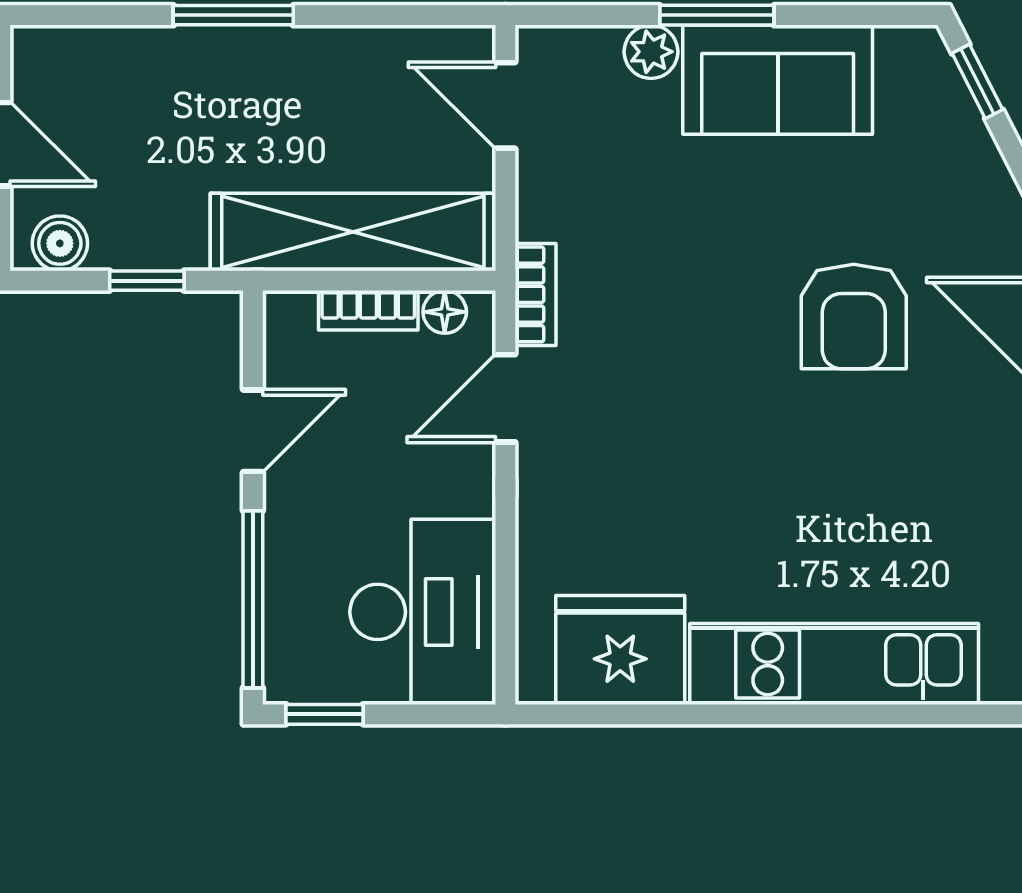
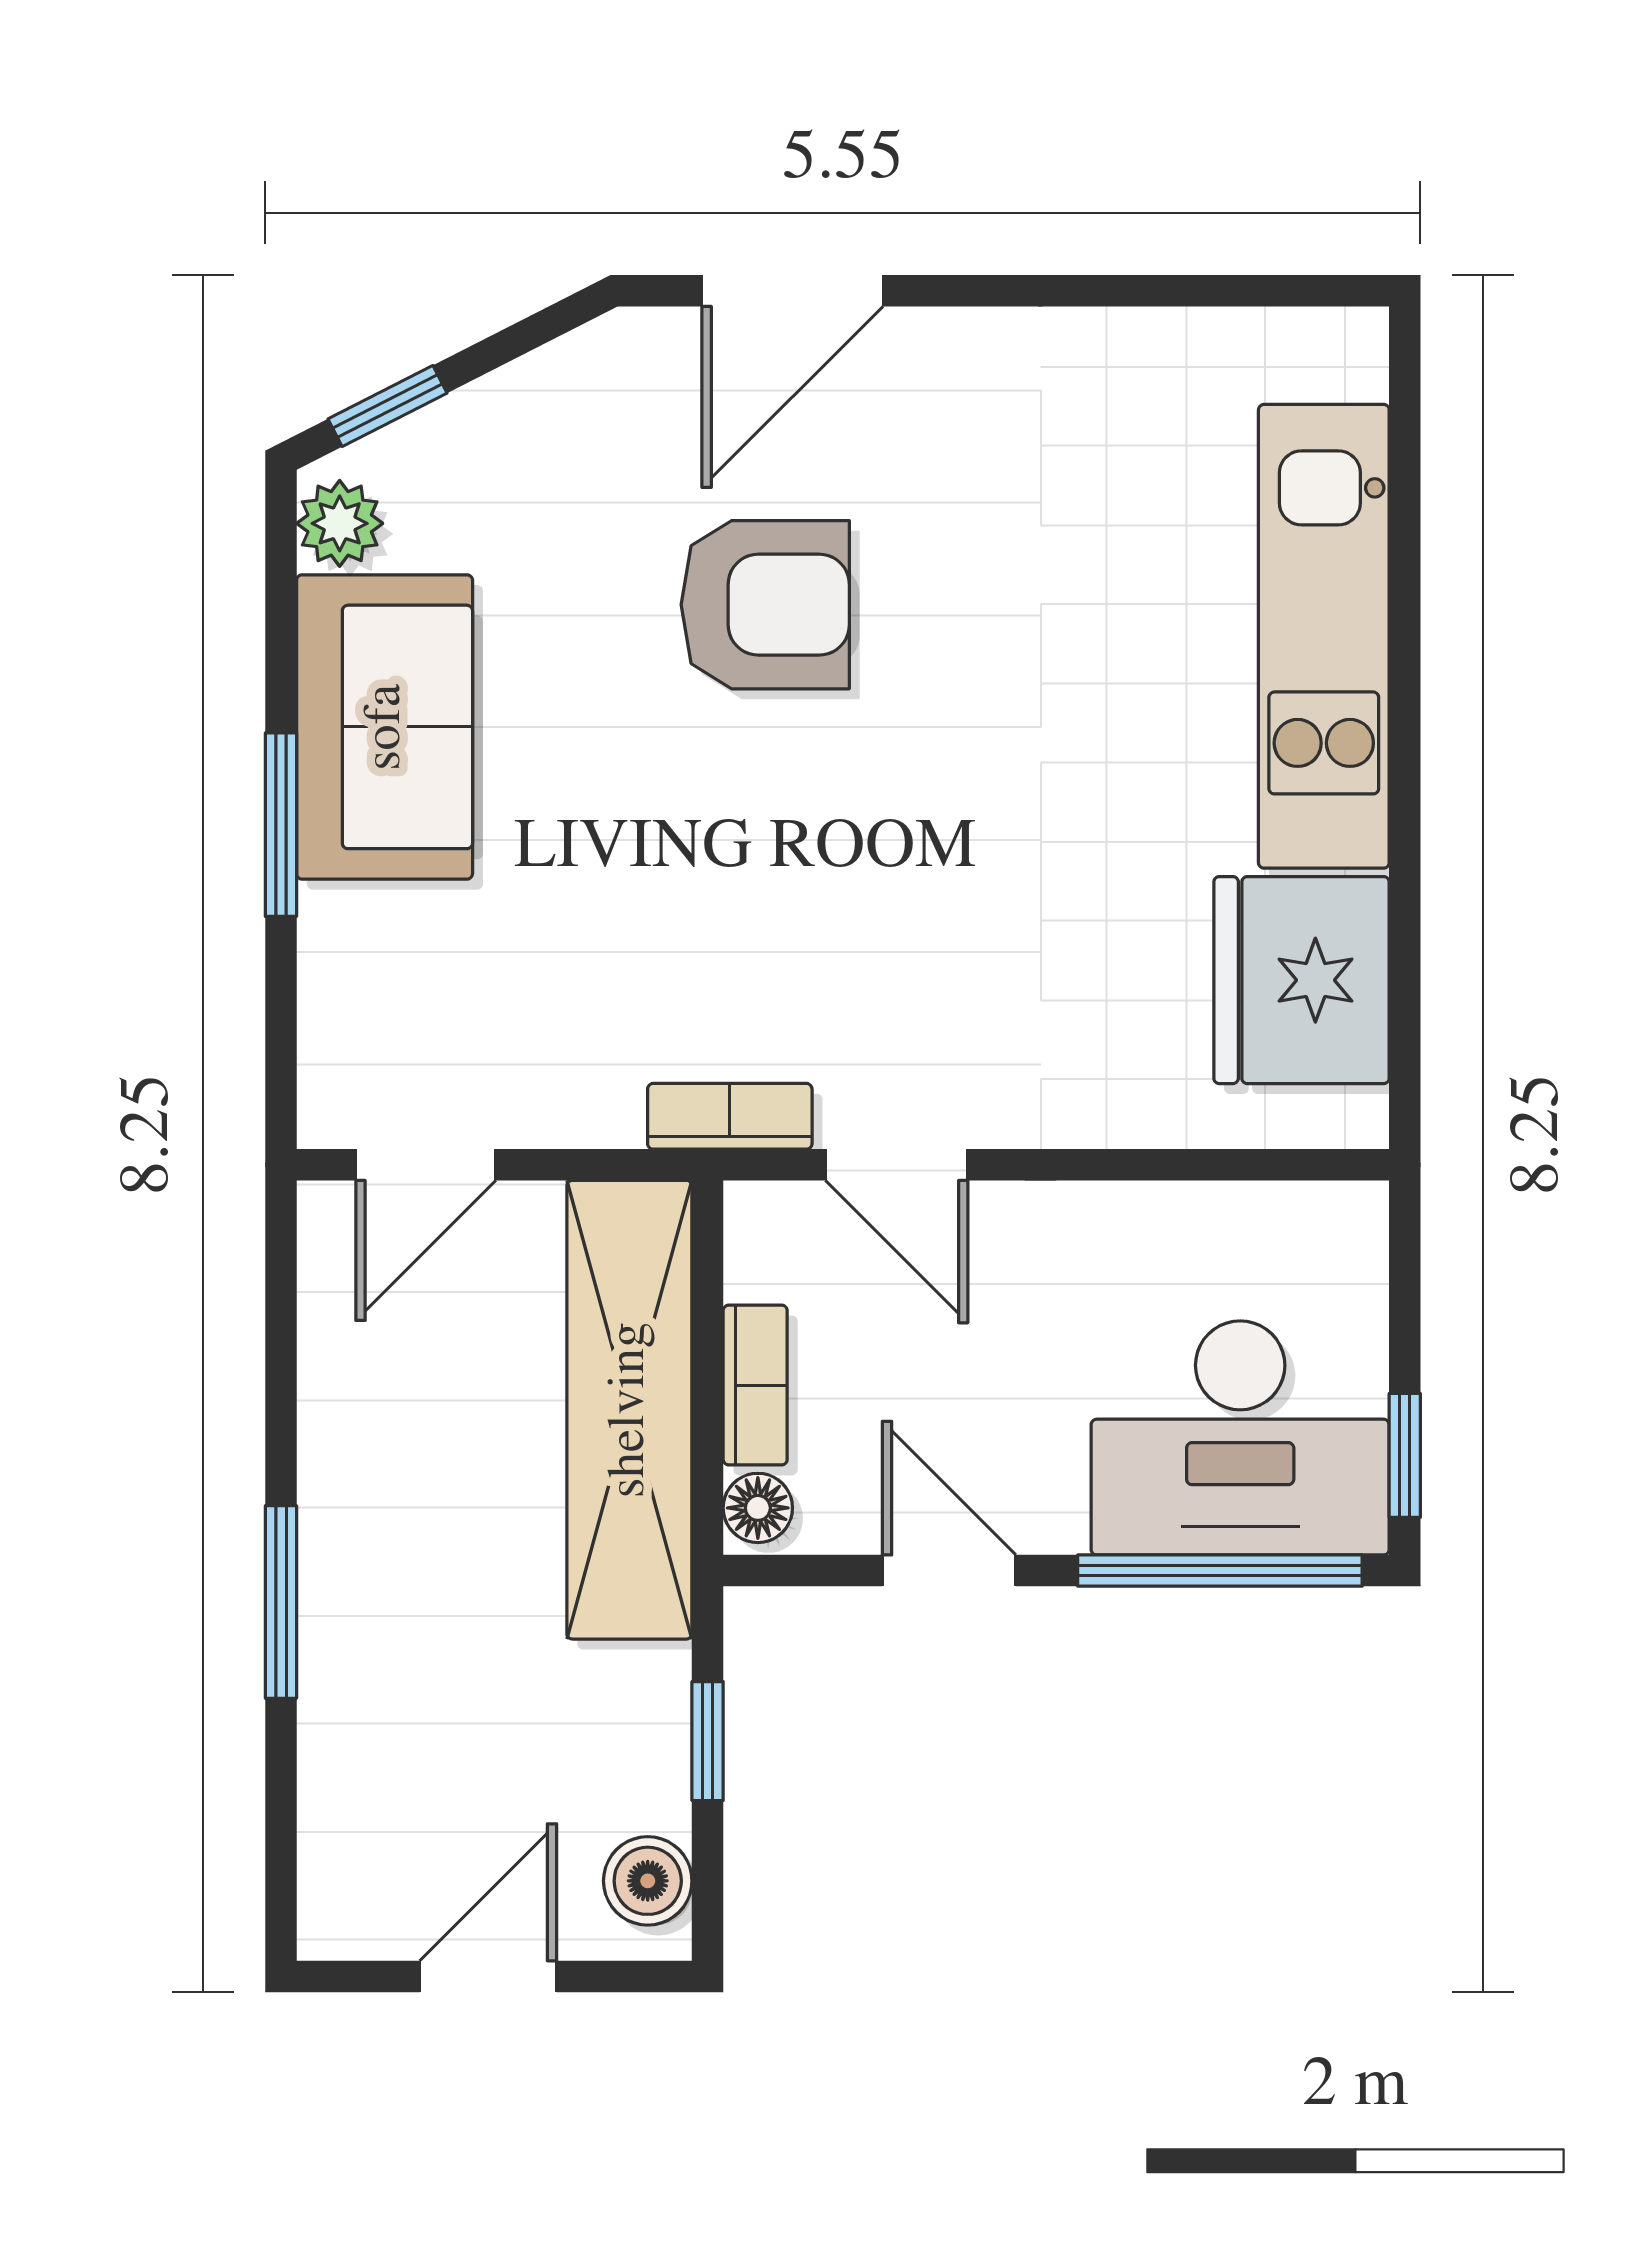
plant: (651, 52) -> (340, 523), moved
floor lamp: (445, 312) -> (758, 1508), moved
desk: (423, 612) -> (1240, 1438), moved, turned 180

